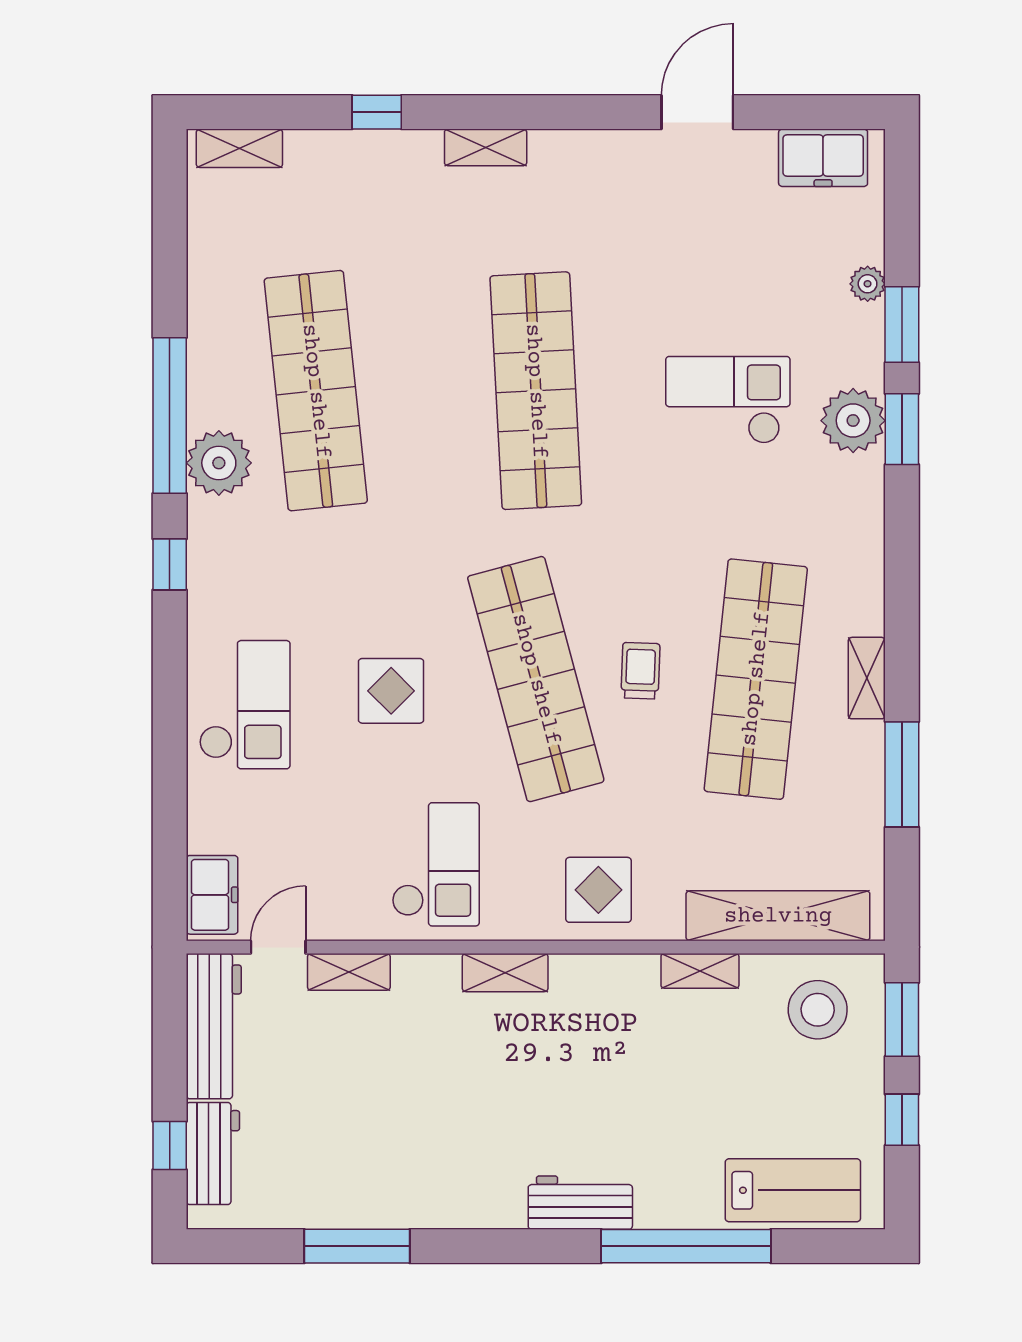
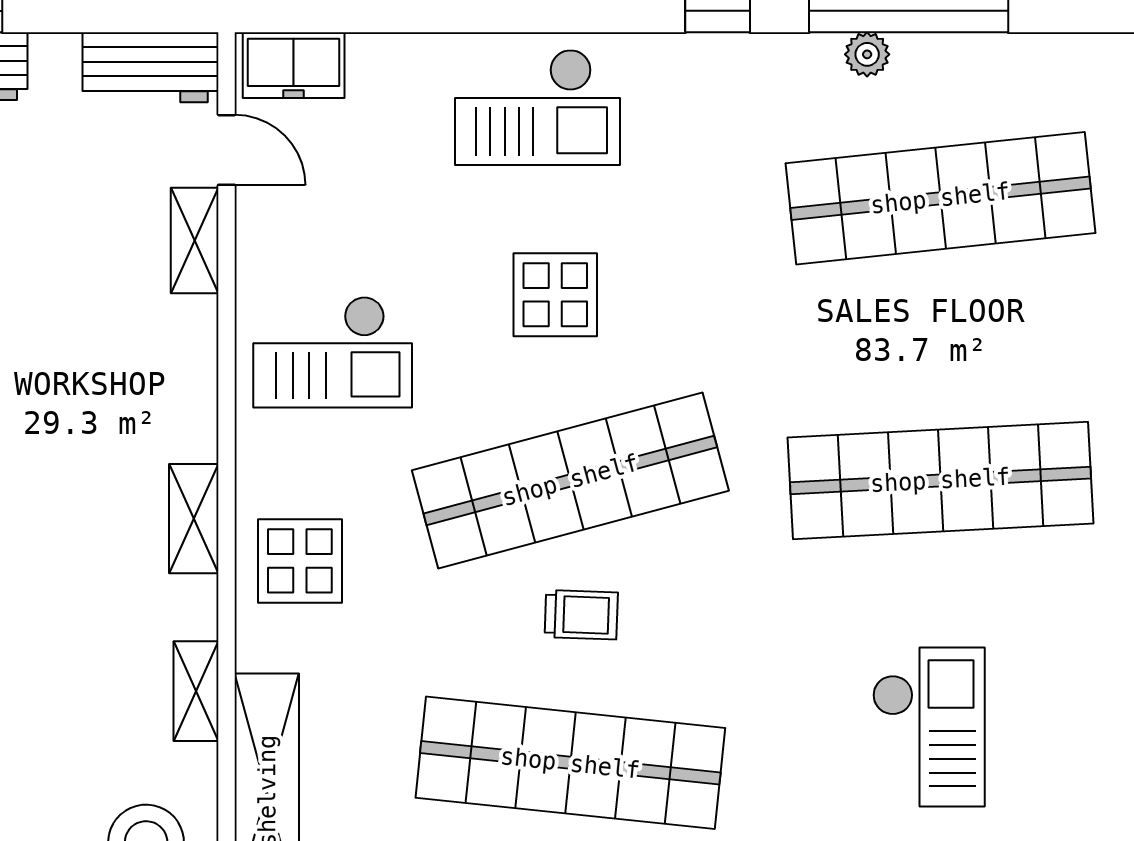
plant: (219, 463) -> (867, 54), width x0.53, depth x0.53
shelving: (505, 973) -> (194, 519), moved
workbench: (214, 1026) -> (151, 67), width x0.73

